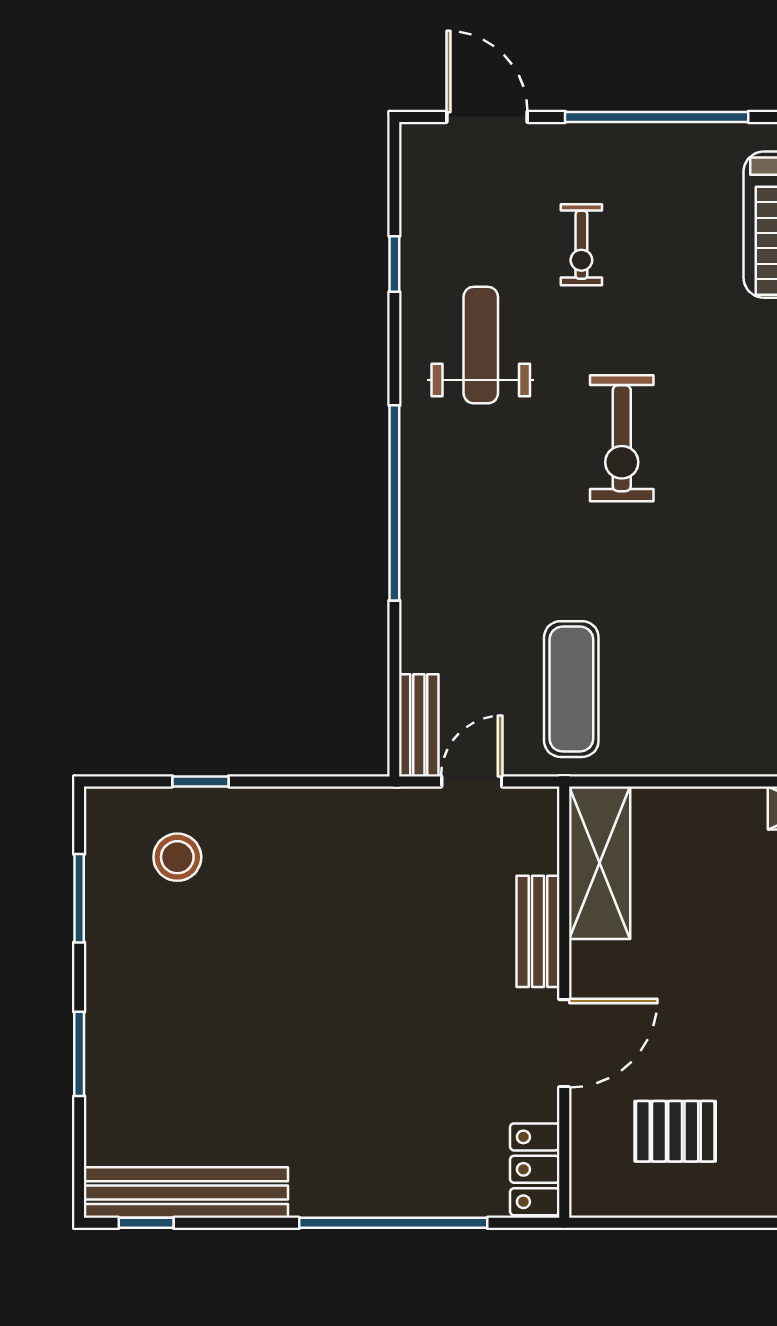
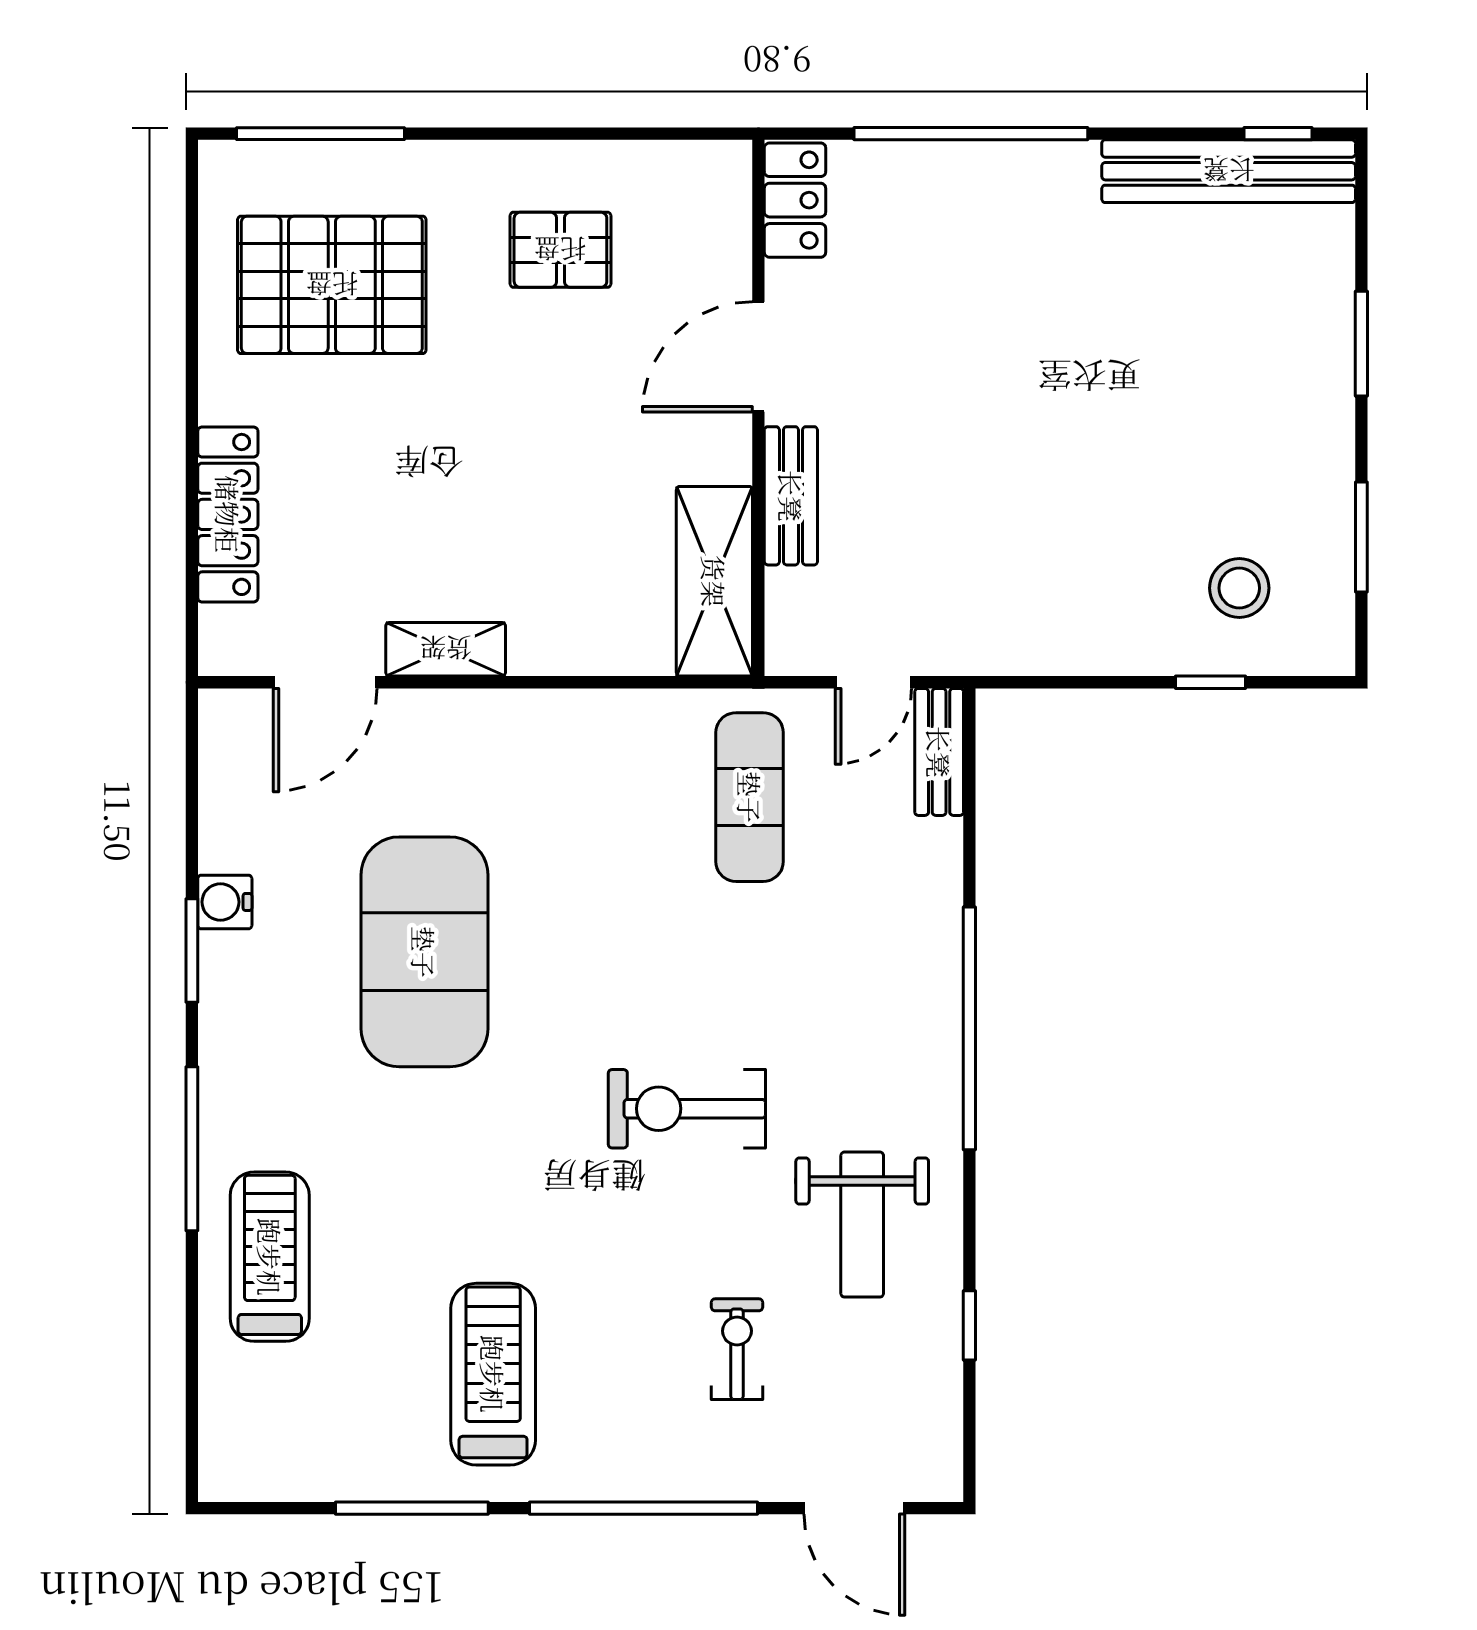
exercise bike: (622, 438) -> (687, 1109), turned -90
pallet: (675, 1131) -> (560, 250), moved

